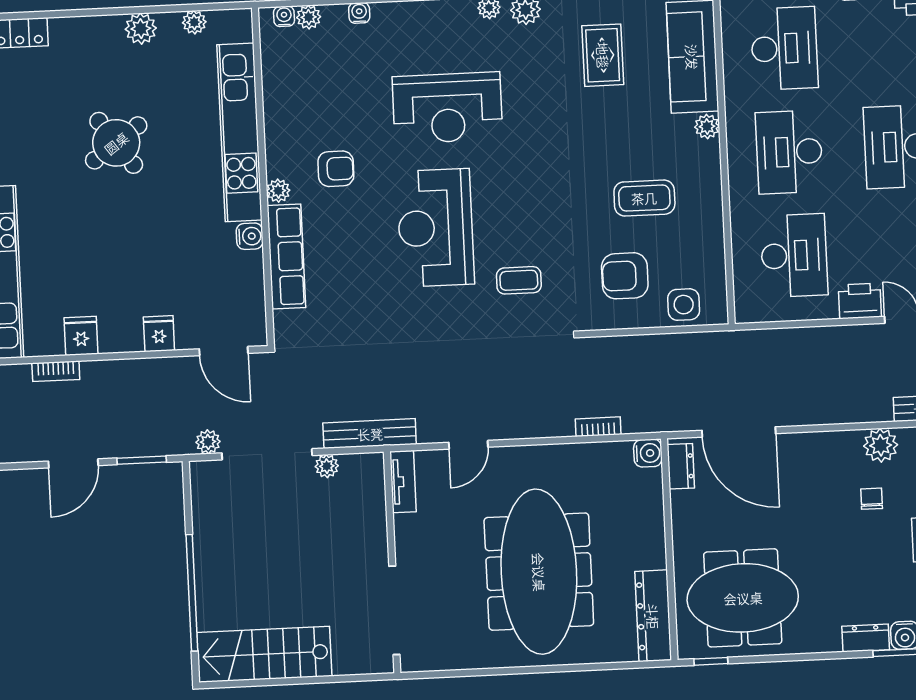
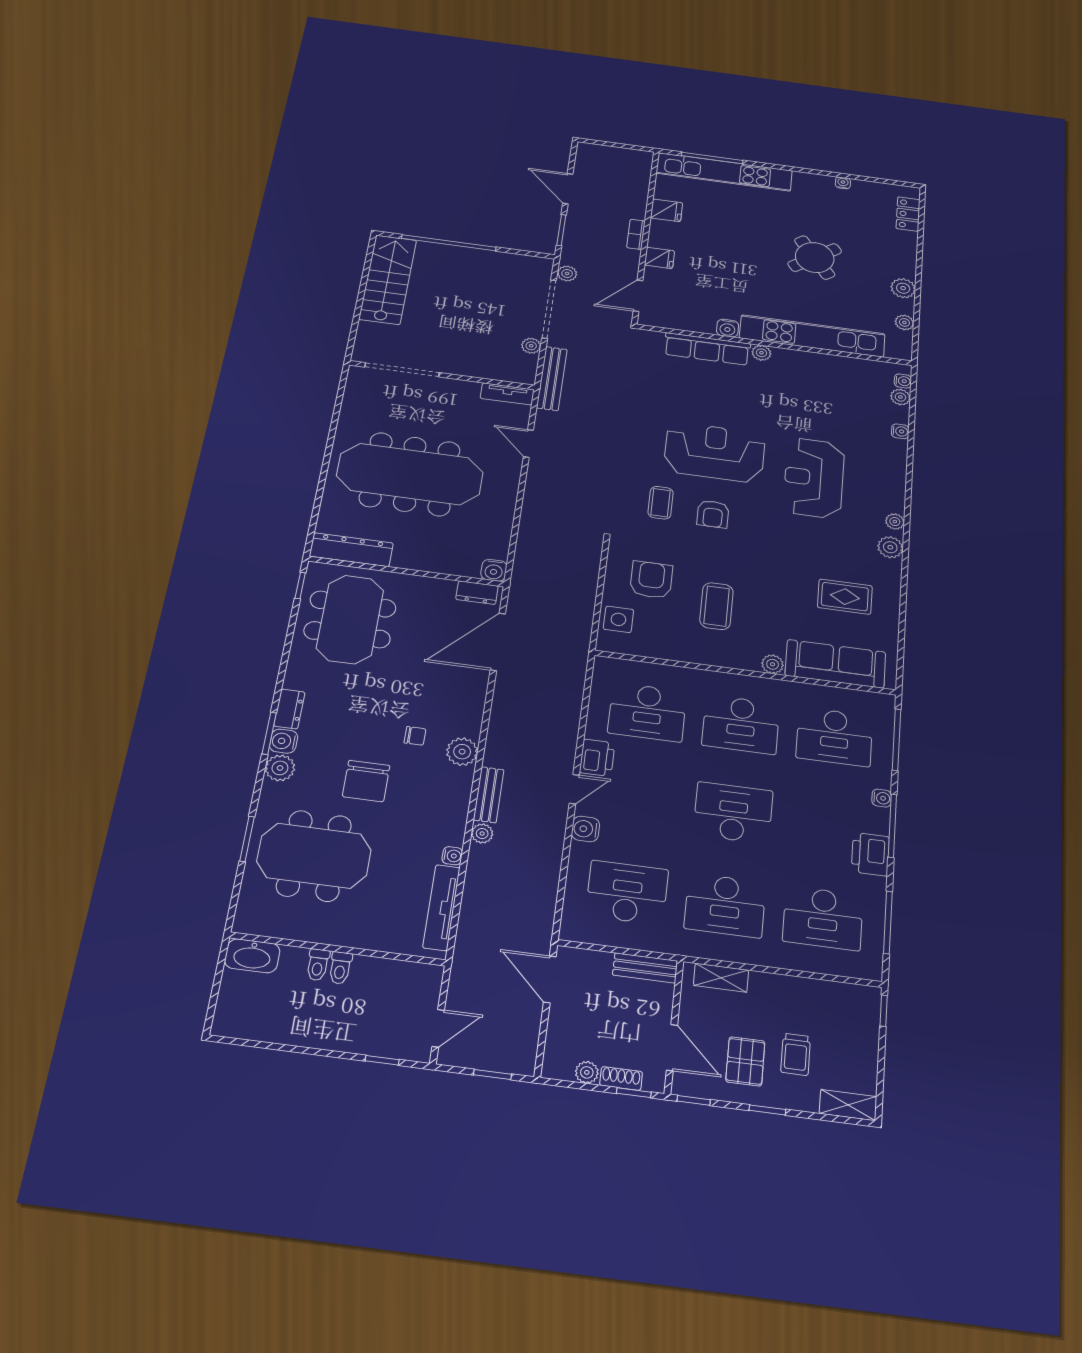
desk: (789, 152) -> (741, 724), turned 180
armchair: (336, 169) -> (713, 514), moved
bookcase: (56, 371) -> (636, 234), moved
bookcase: (598, 427) -> (524, 538), removed

